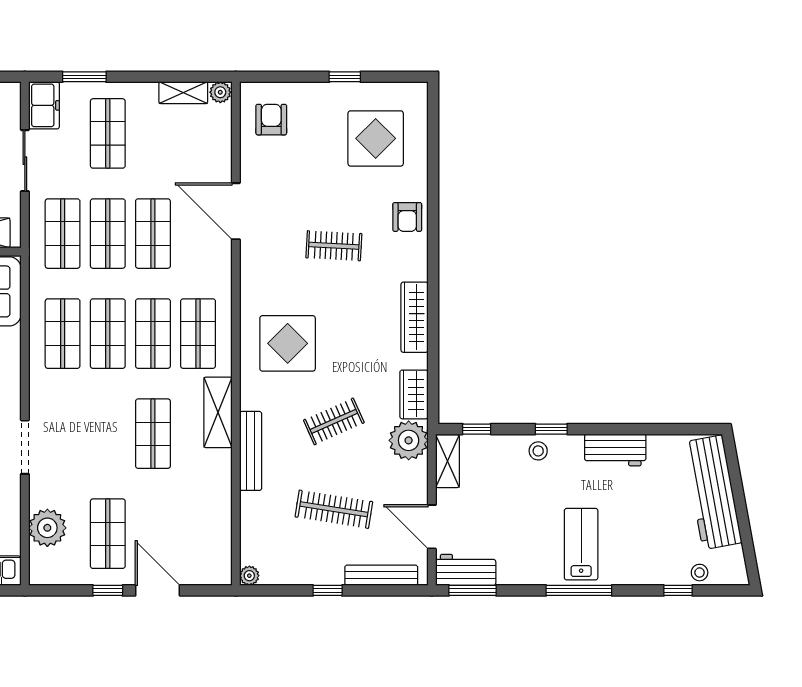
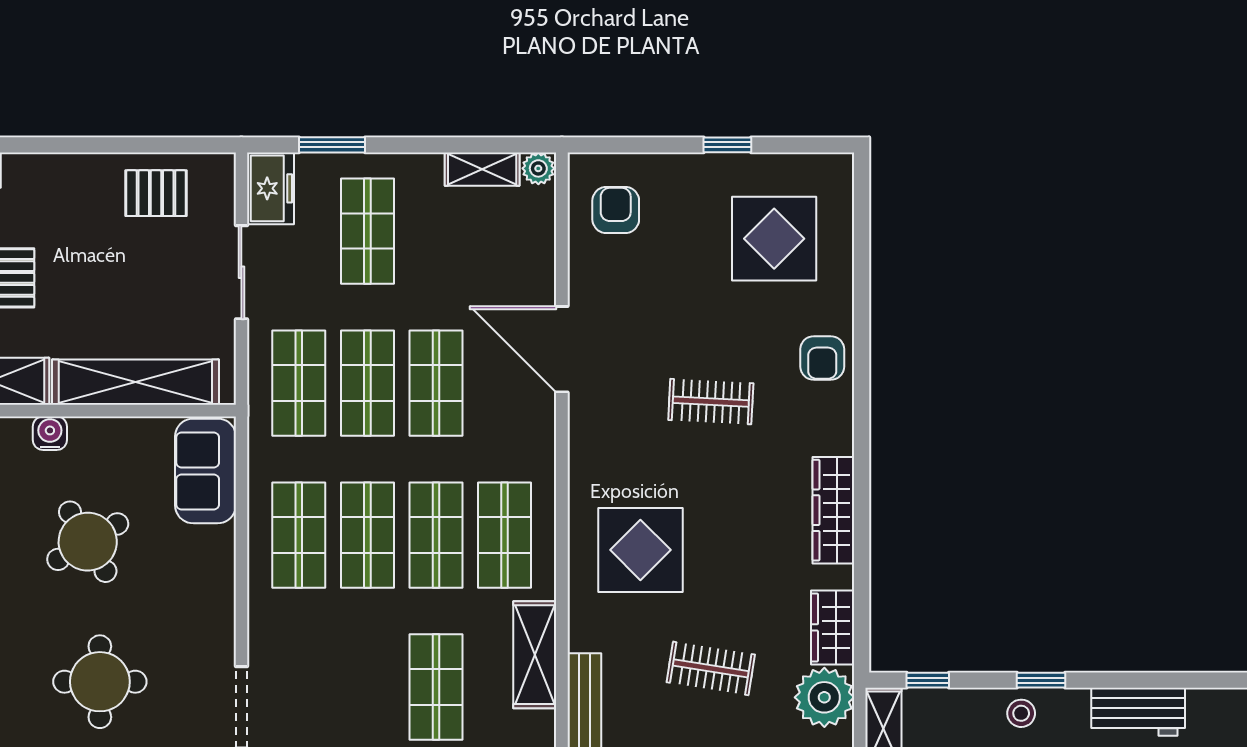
clothes rail: (334, 421) -> (711, 668), turned 33

